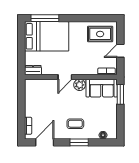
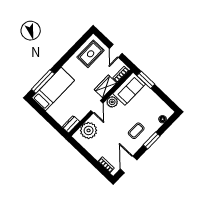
bed: (47, 36) -> (53, 89), width x0.67
wardrobe: (86, 69) -> (105, 86), added
plant: (41, 88) -> (89, 130), added

